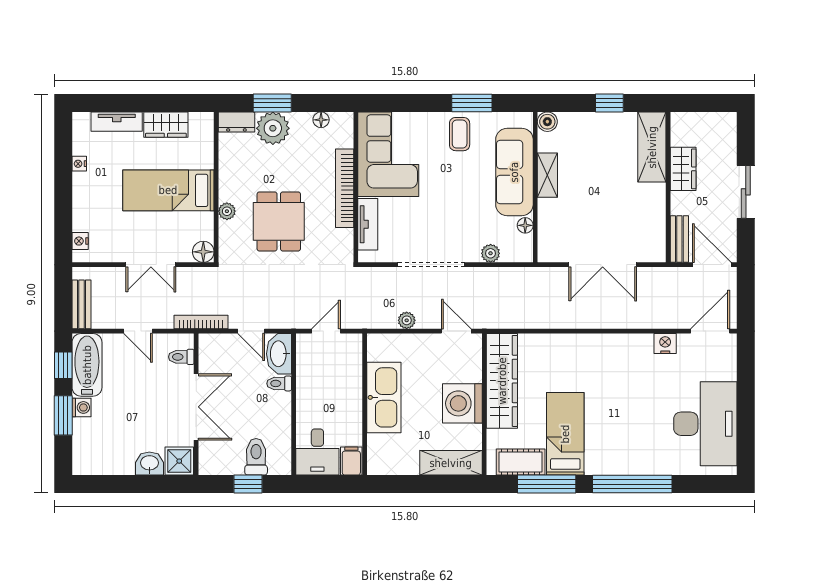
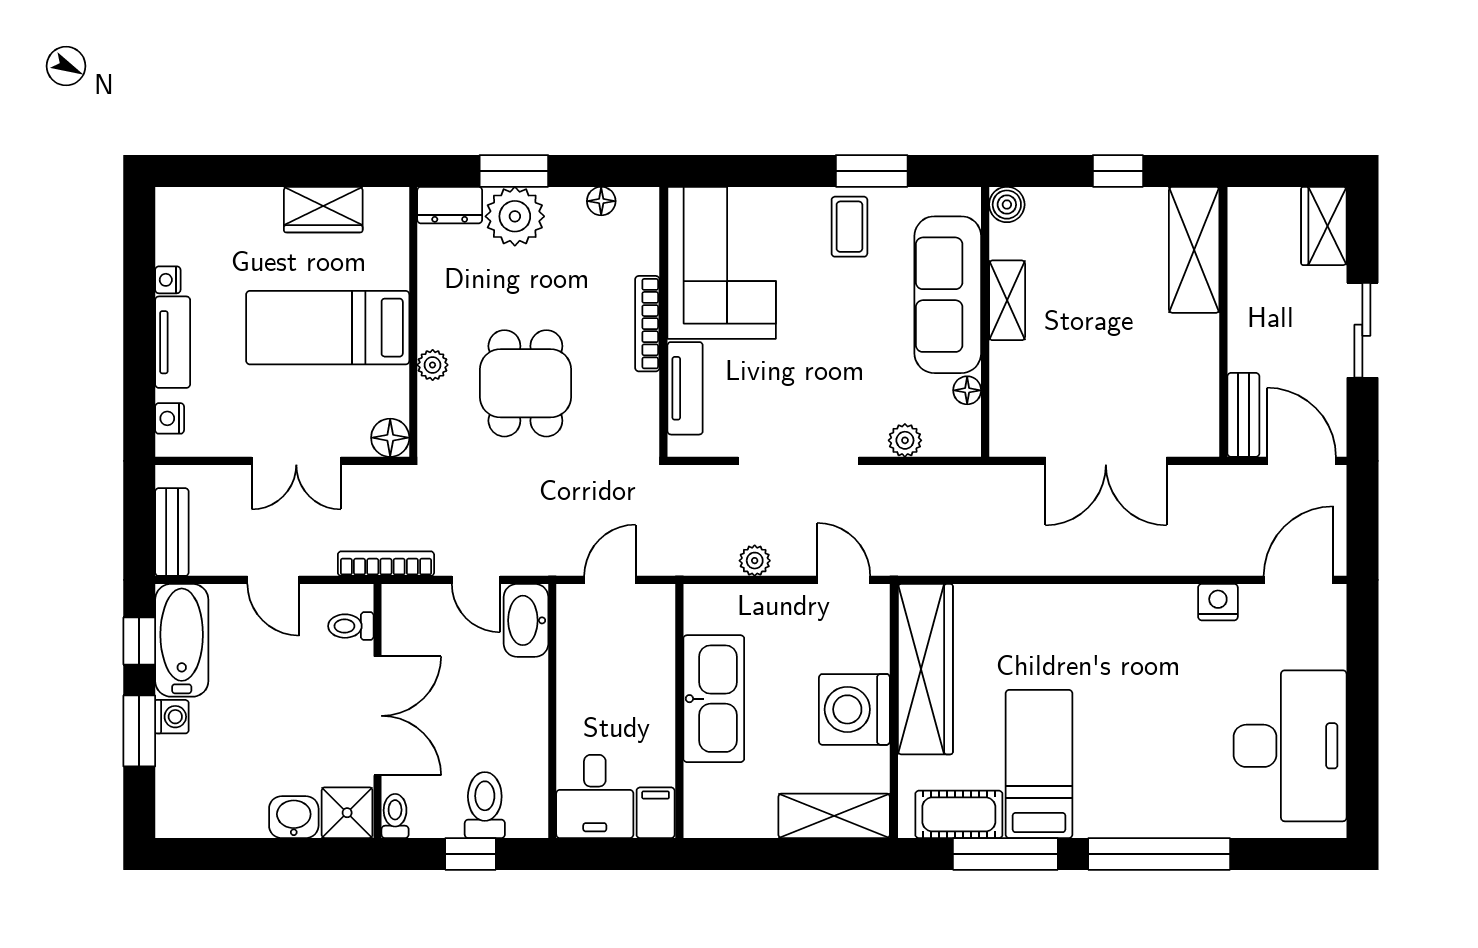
tv unit: (117, 122) -> (173, 342), moved, turned -90
wardrobe: (683, 169) -> (1324, 226), moved, turned 180
bookcase: (345, 188) -> (647, 324), width x0.68, depth x0.76
toilet: (279, 383) -> (395, 816), moved, turned 90

